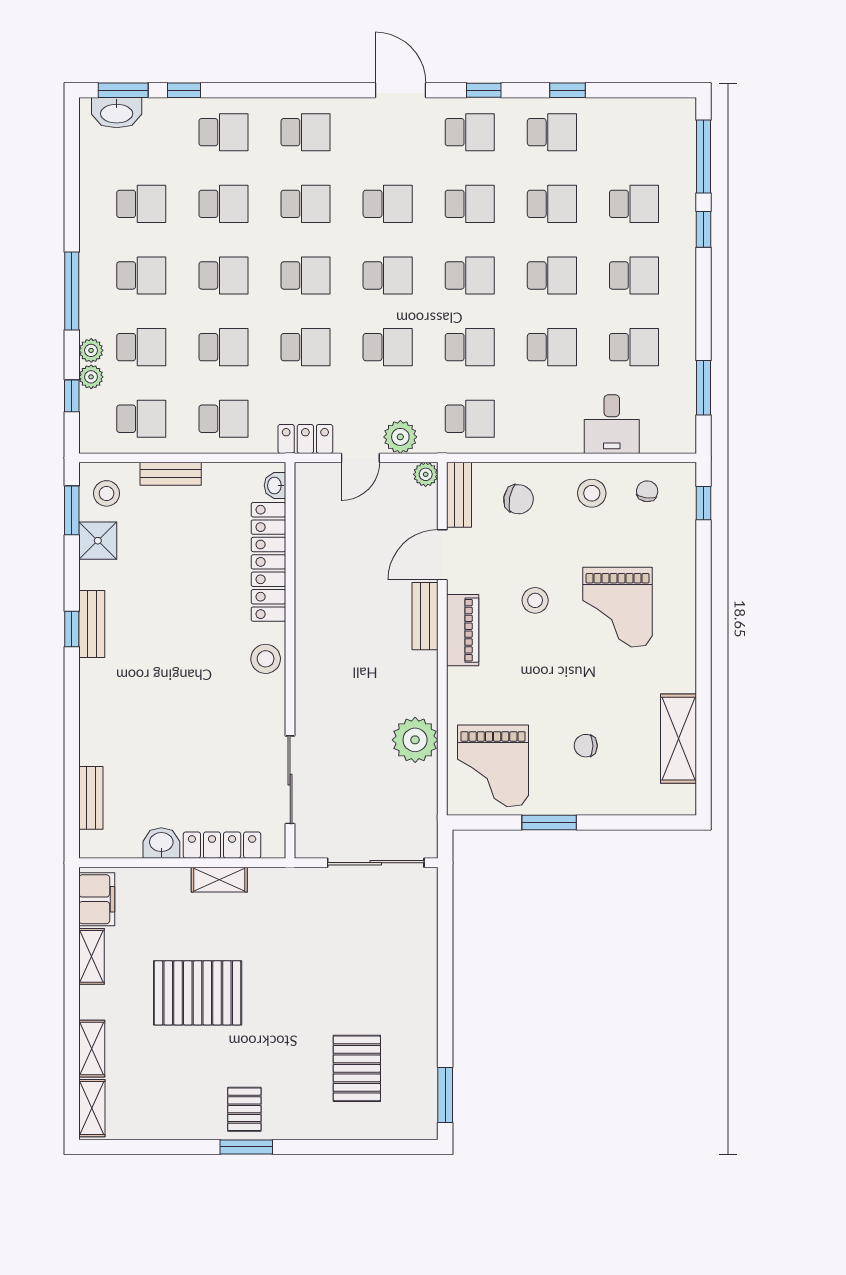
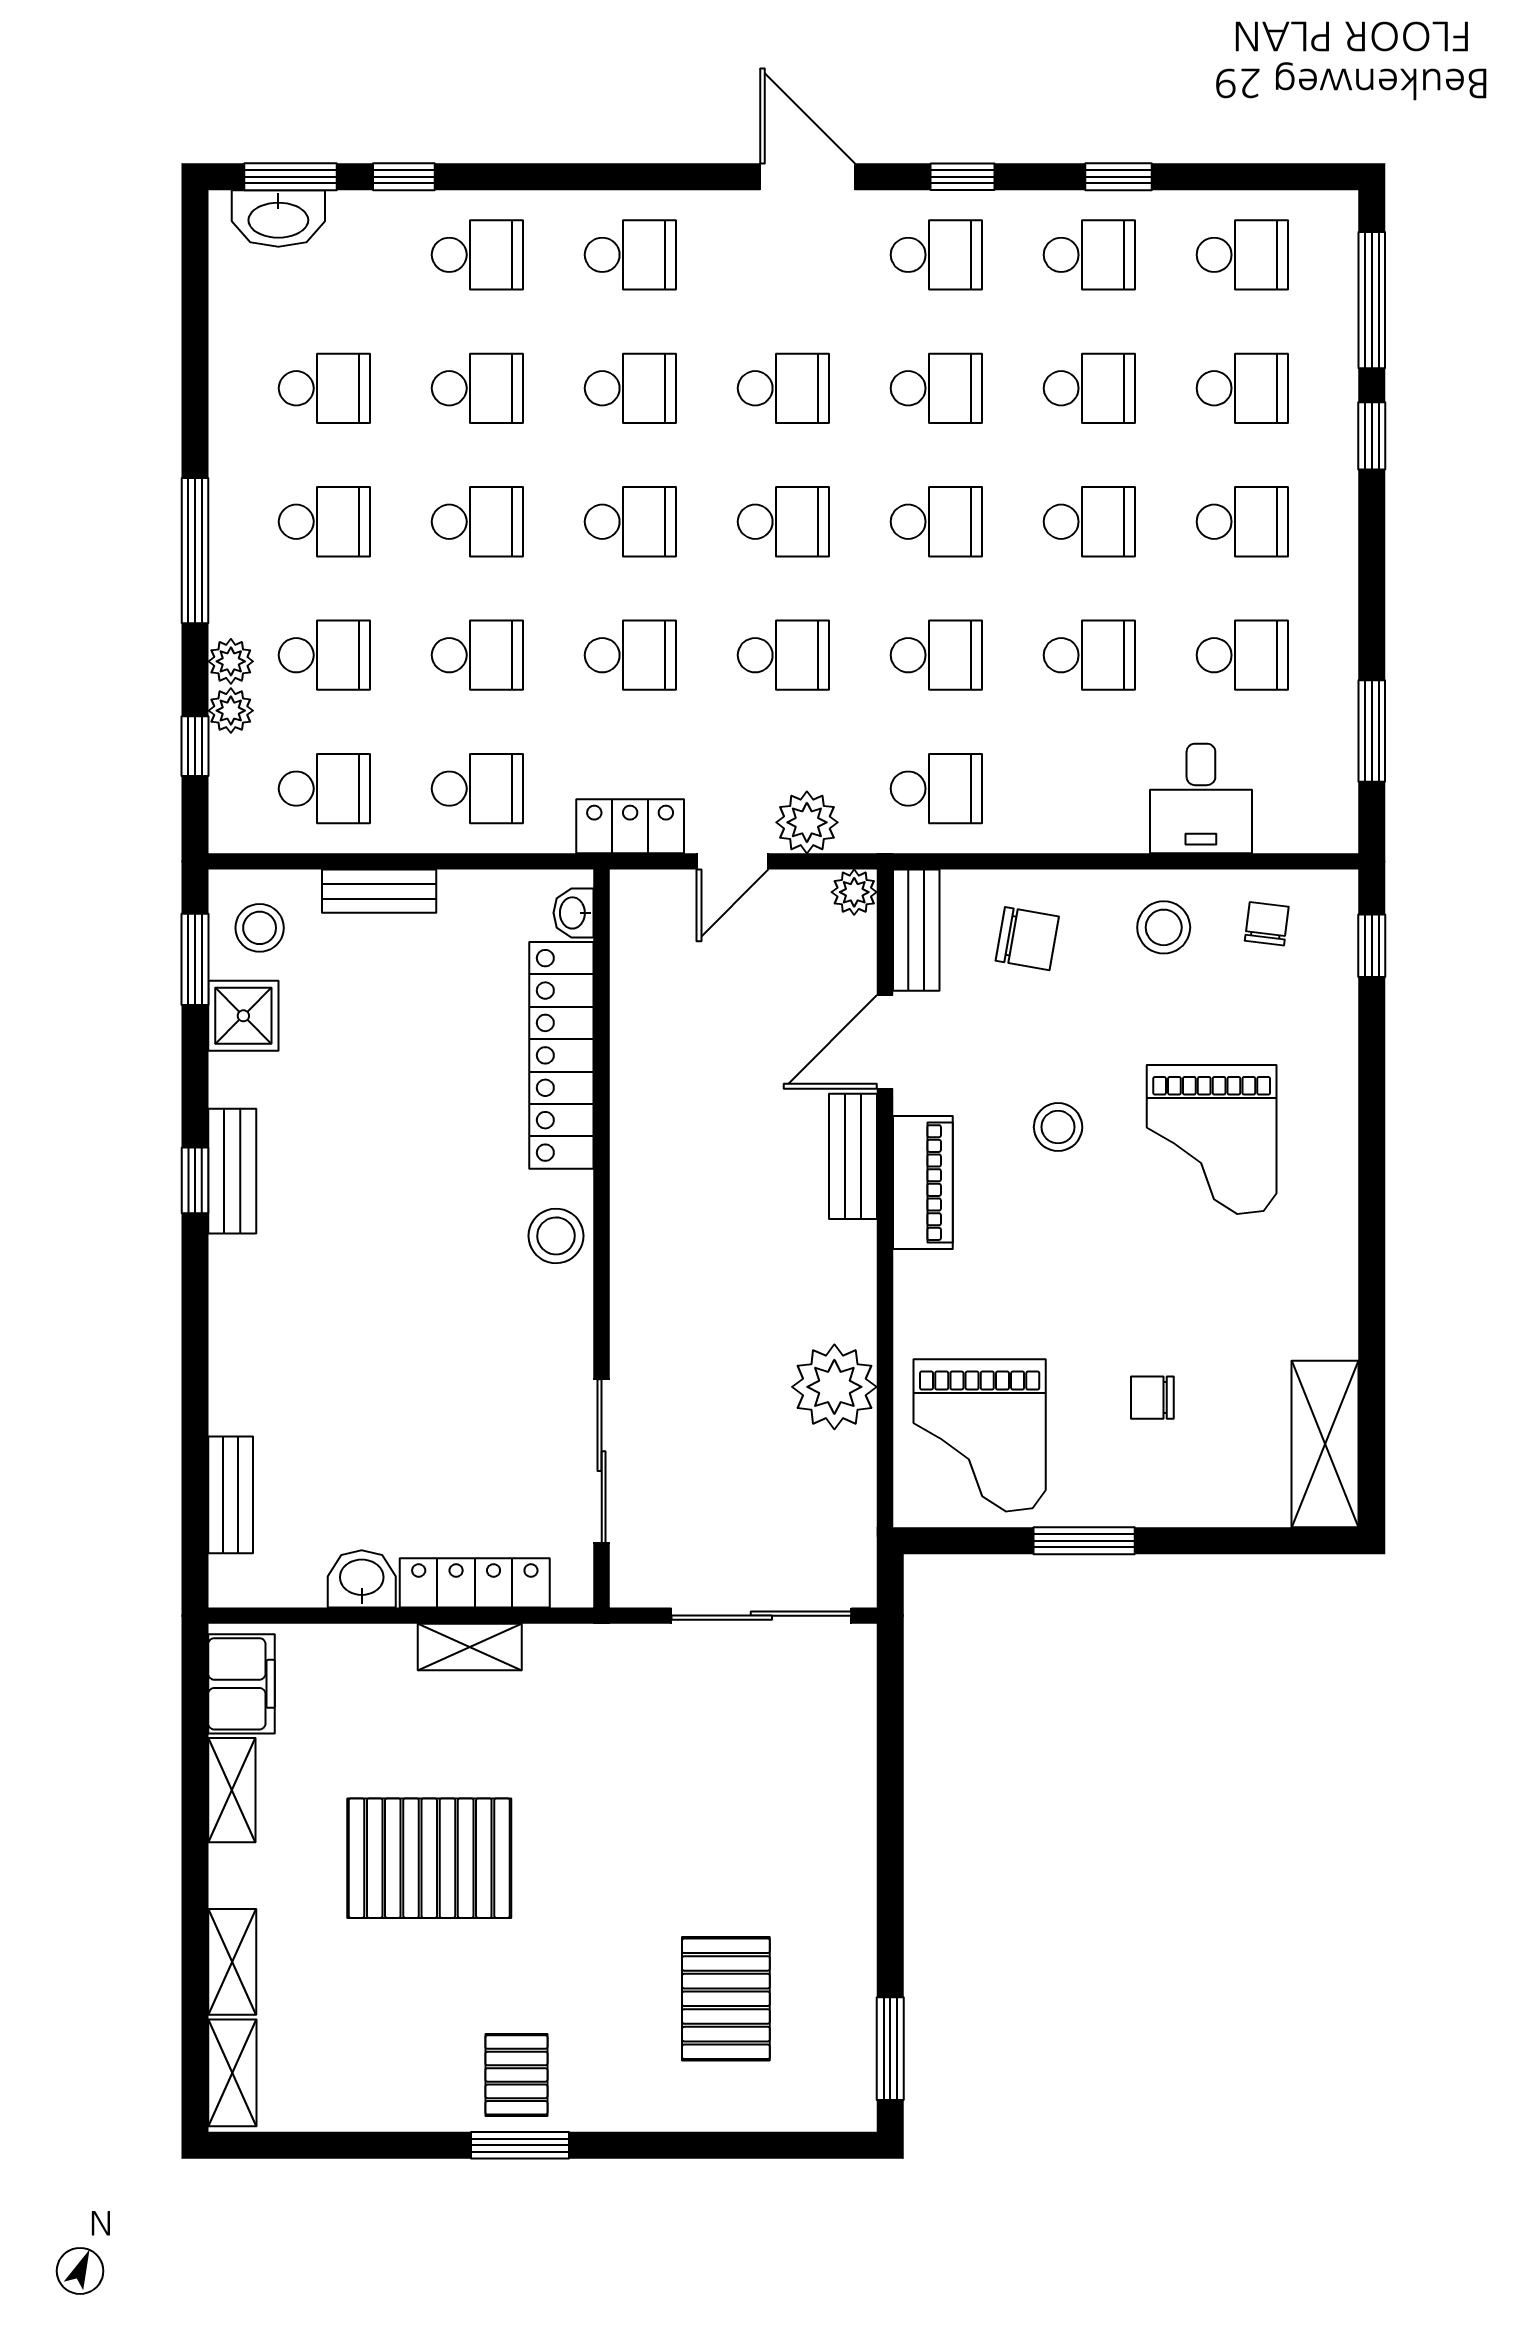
school desk: (634, 132) -> (1242, 255), added
shelving: (678, 739) -> (1325, 1444), moved

